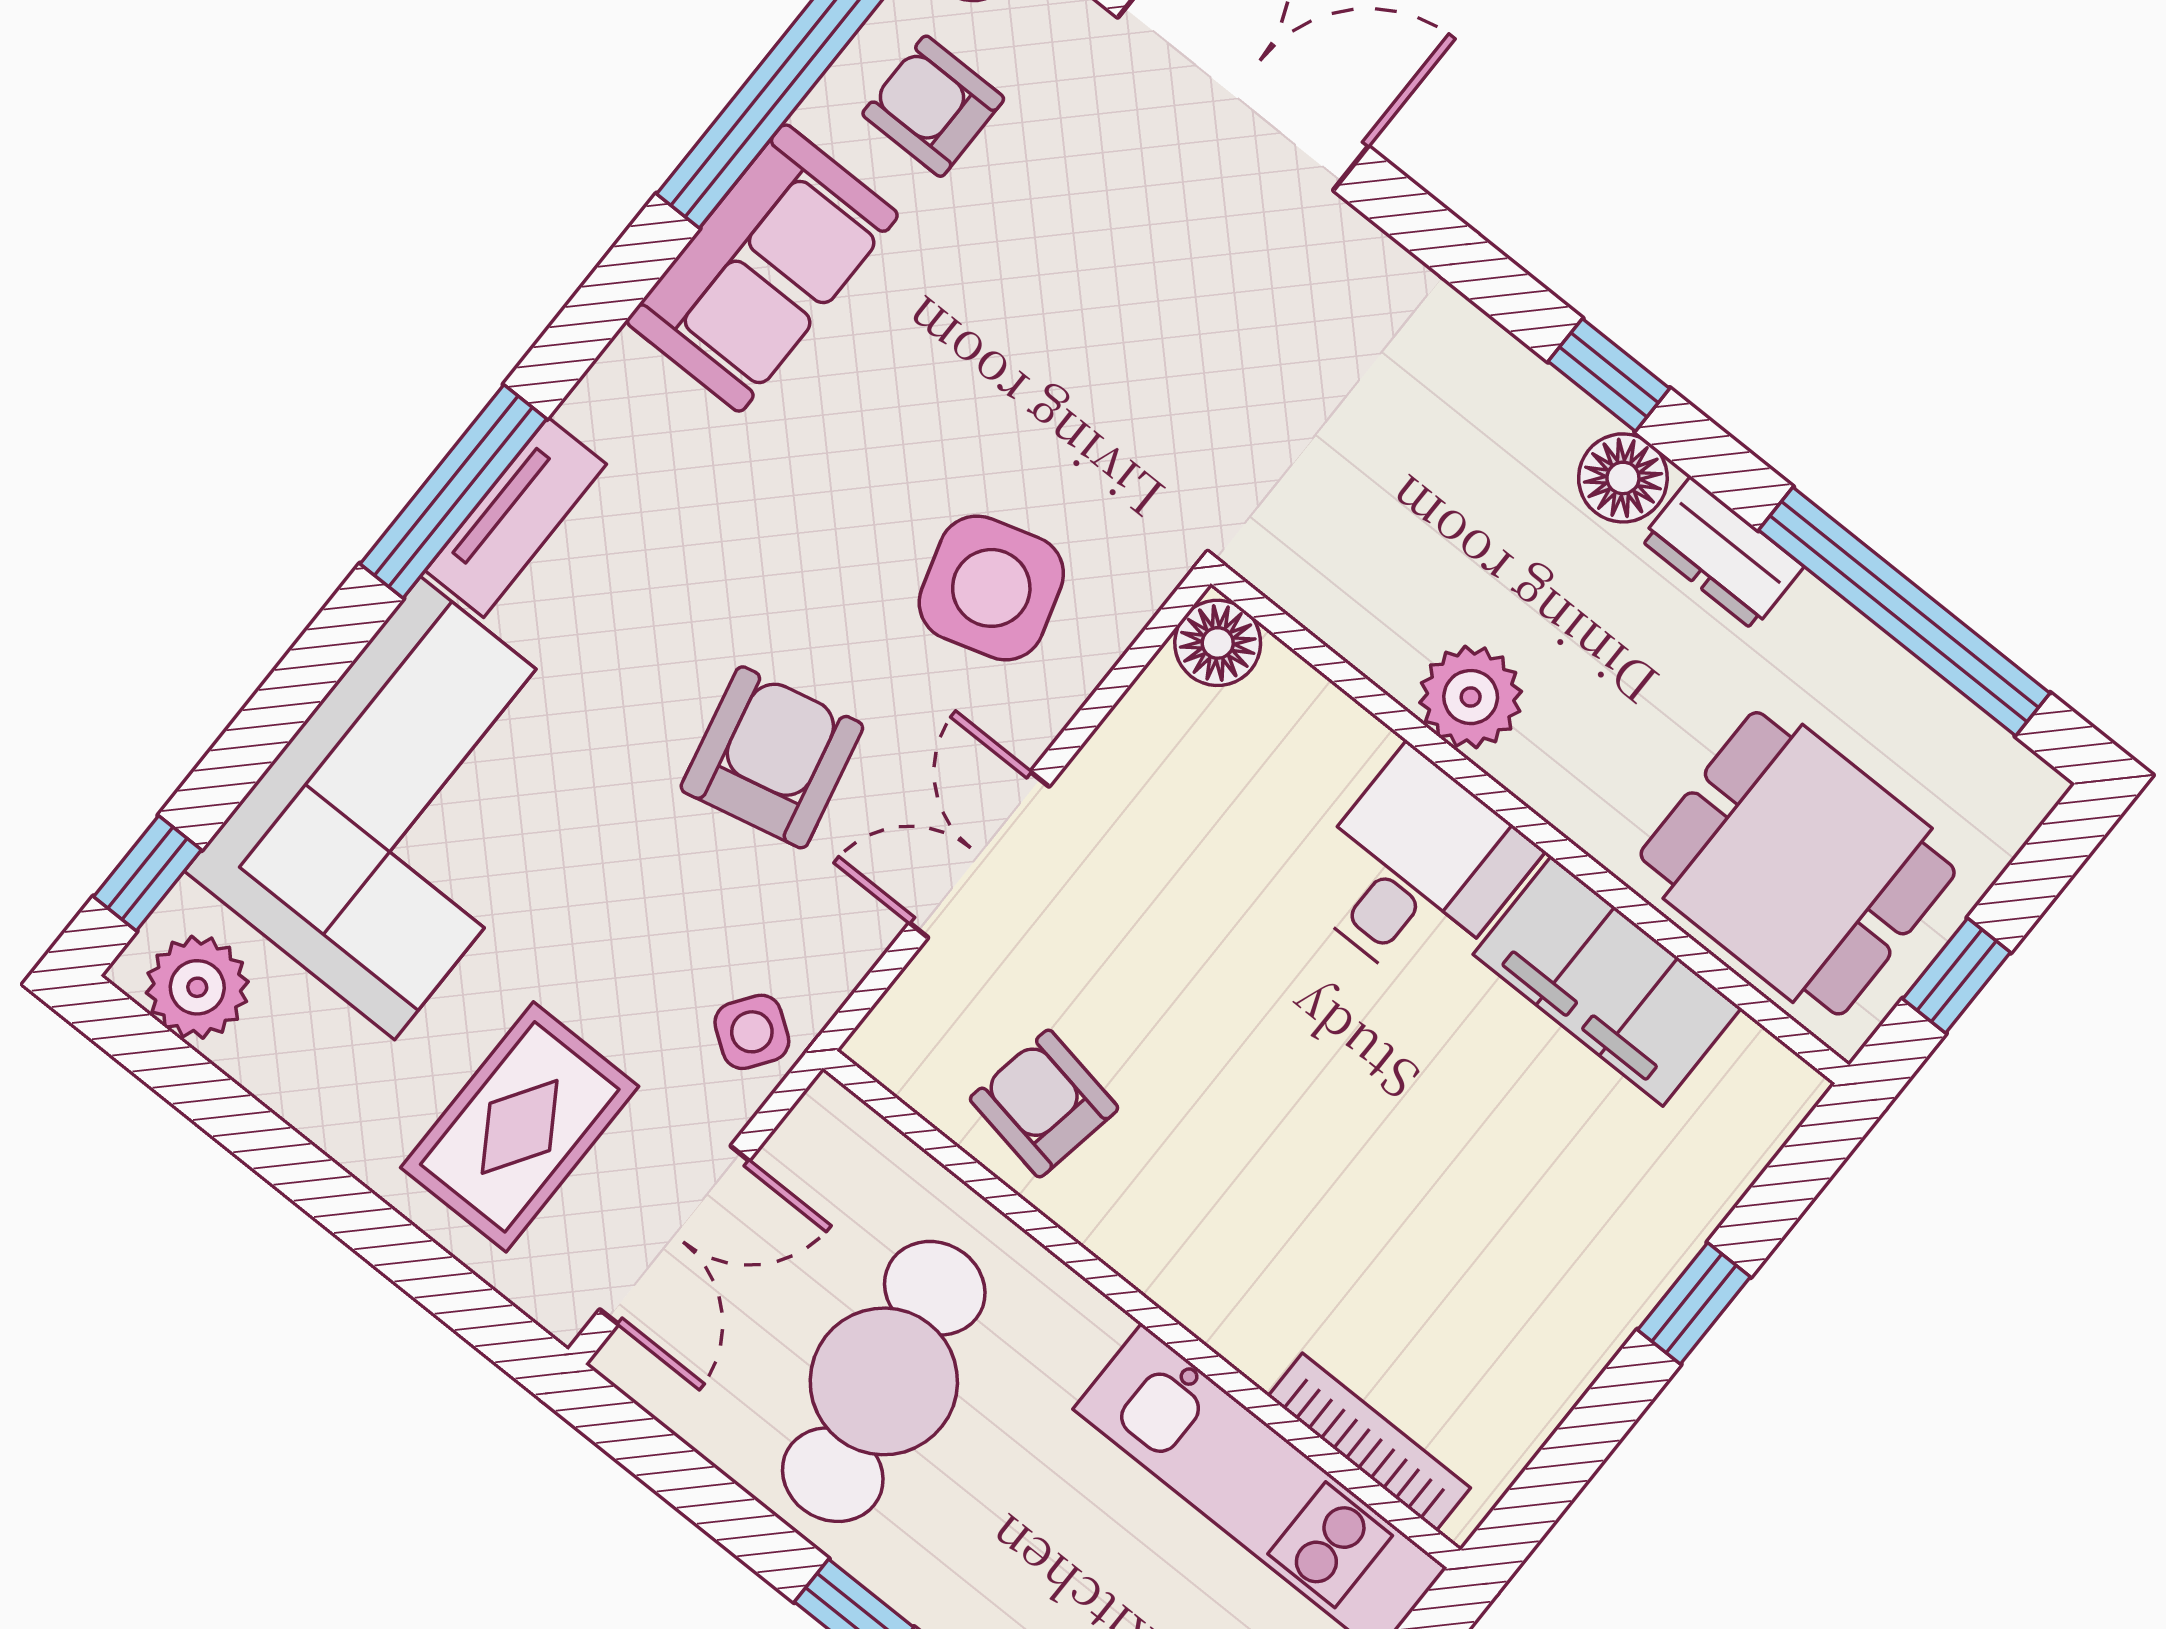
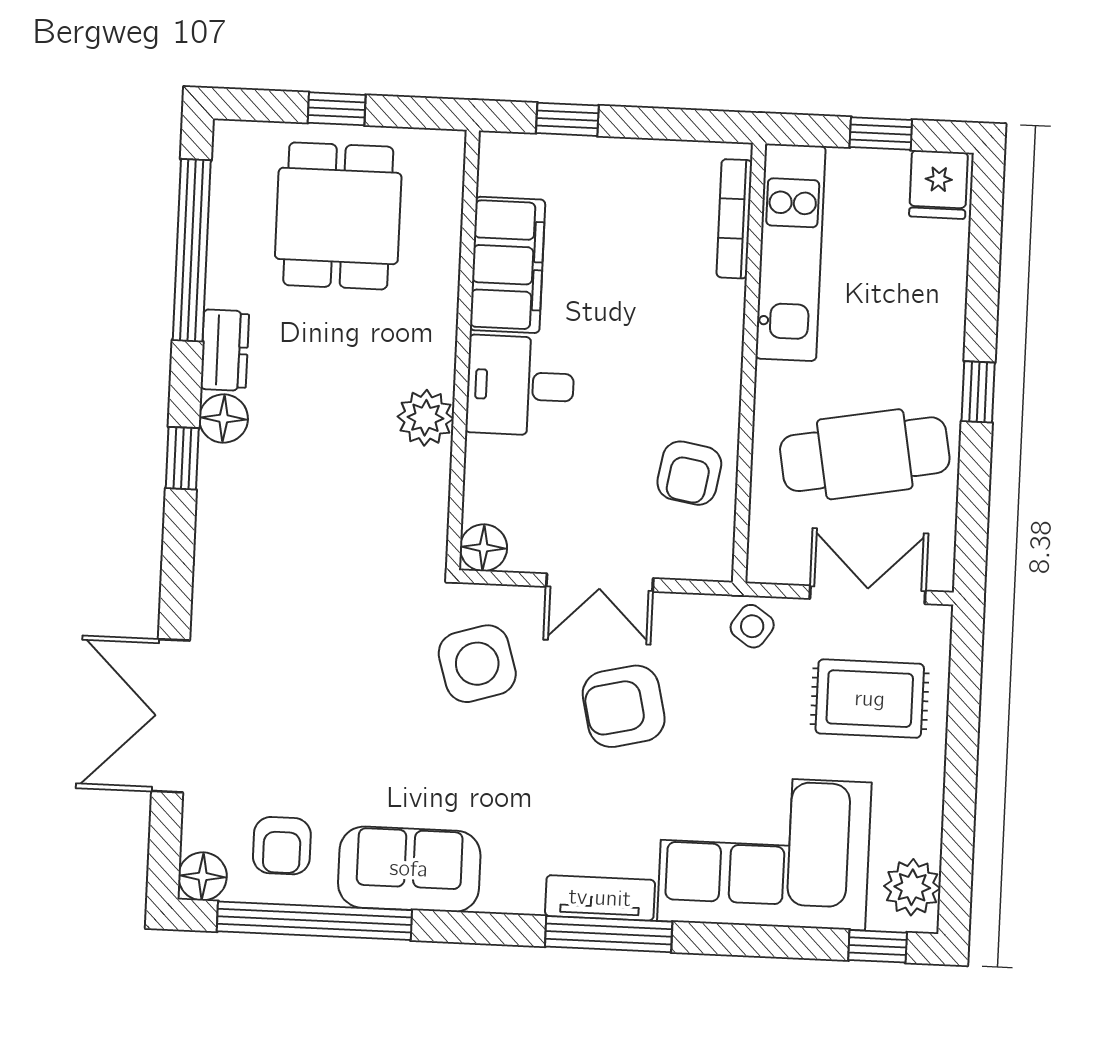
floor lamp: (1218, 643) -> (483, 548), moved
plant: (1471, 697) -> (426, 418), moved
wall: (1530, 824) -> (463, 350), moved
desk: (1416, 870) -> (520, 386), moved
filing cabinet: (1607, 981) -> (508, 265), moved

